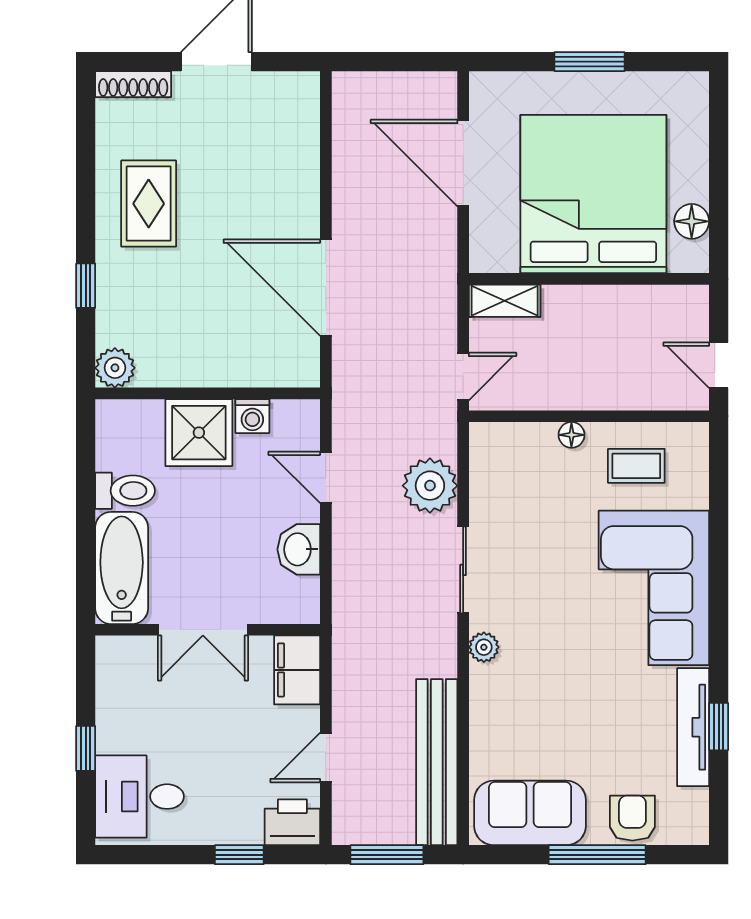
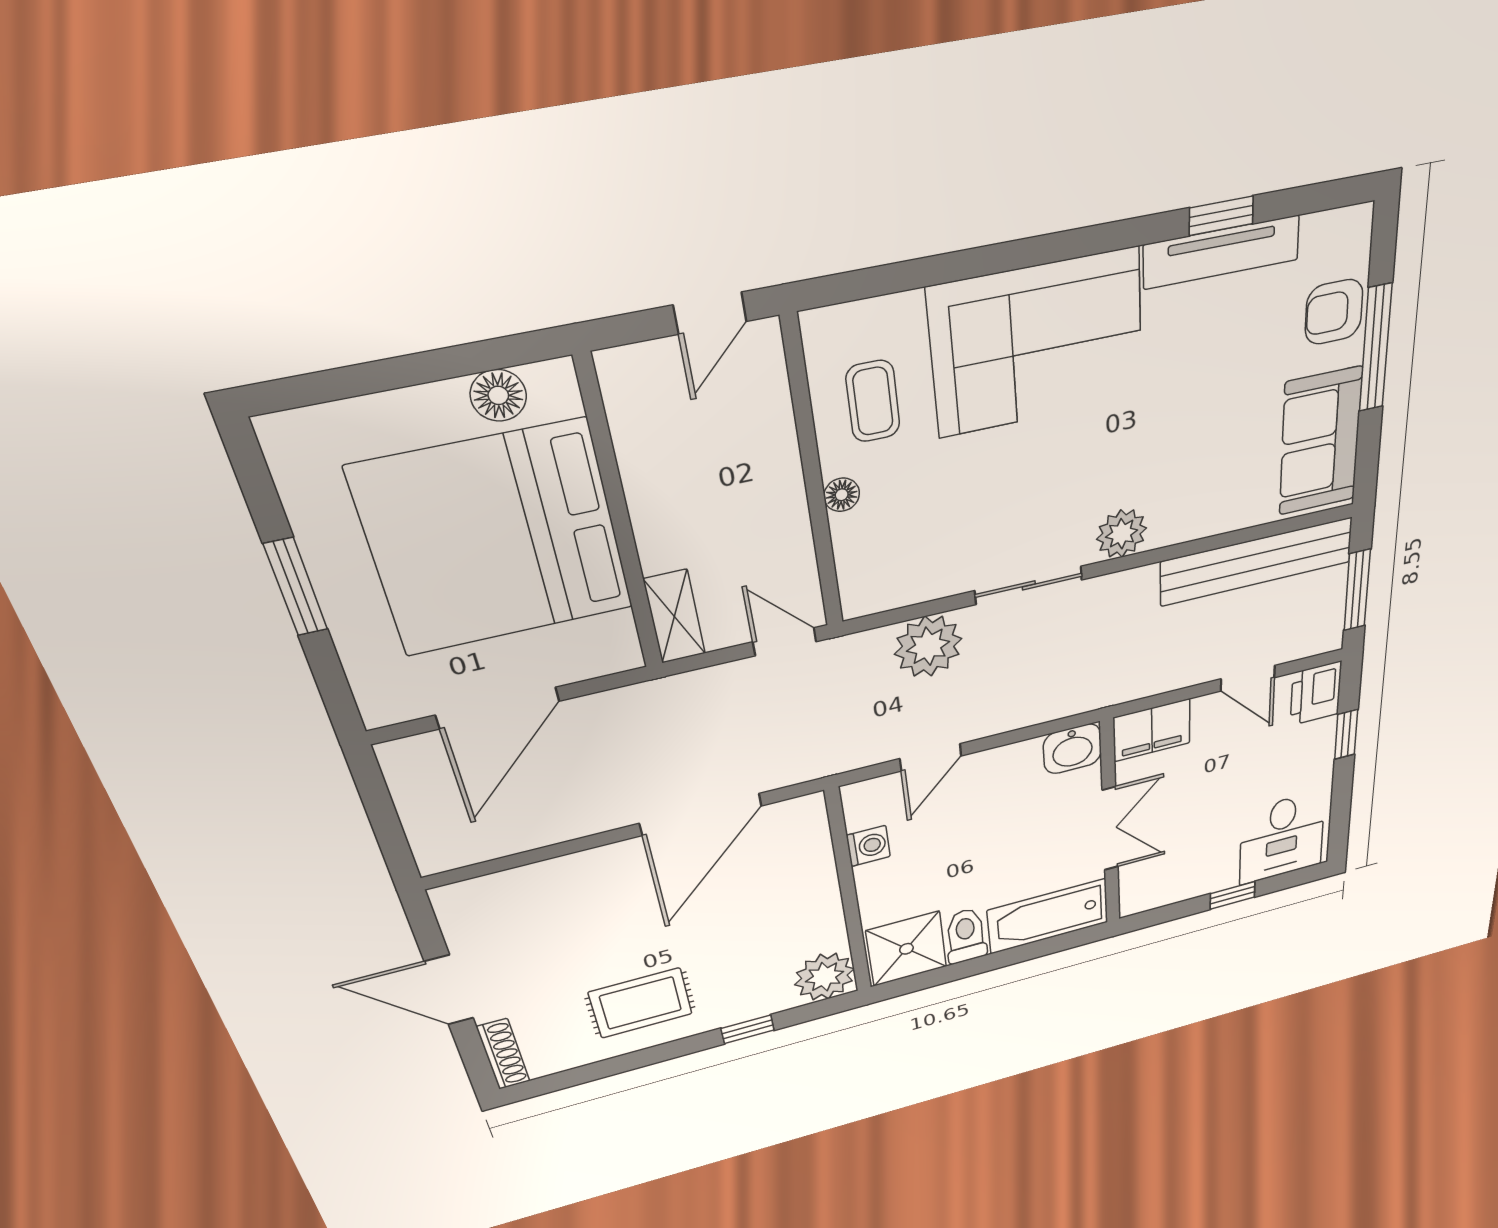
plant: (115, 368) -> (825, 977), width x1.36, depth x1.36
shower: (199, 433) -> (906, 949), moved
washbasin: (299, 549) -> (1072, 749), moved
plant: (484, 647) -> (1122, 534), width x1.38, depth x1.38

